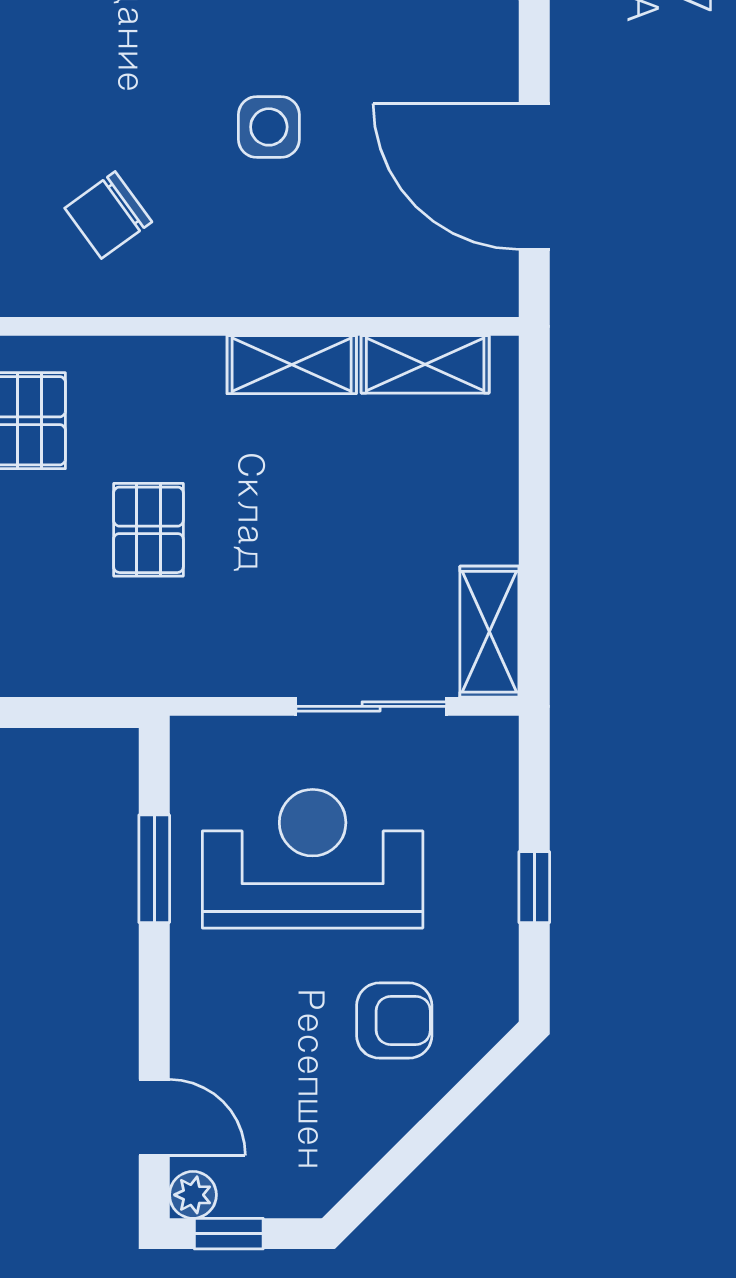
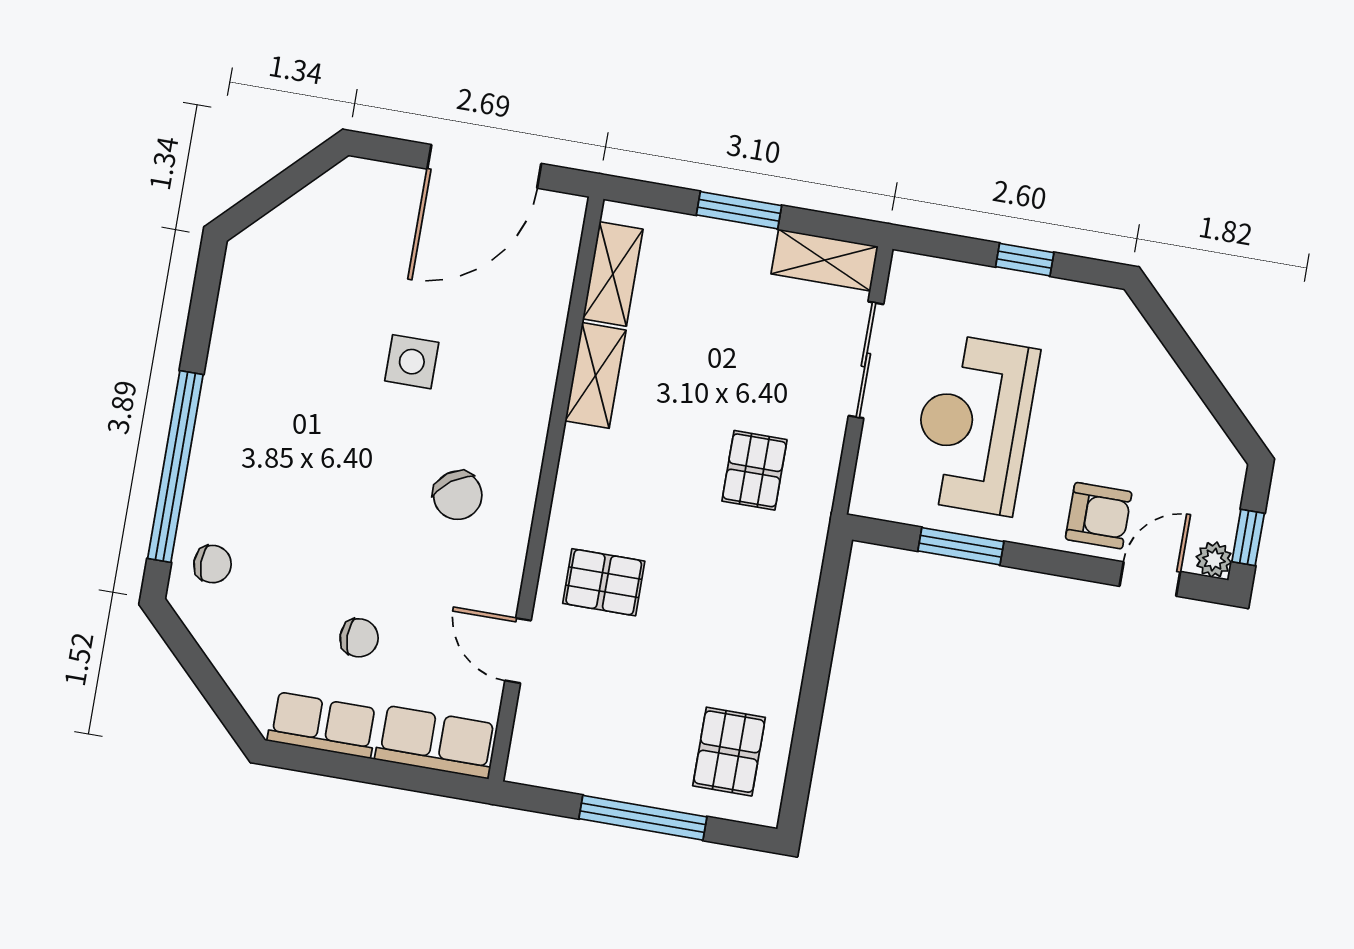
window: (534, 511) -> (739, 210), added
pallet: (148, 530) -> (754, 470), moved, turned 90
armchair: (394, 1021) -> (1099, 516), moved, turned 90

